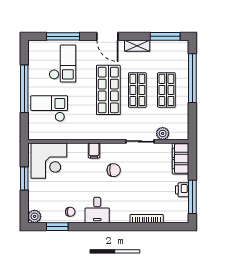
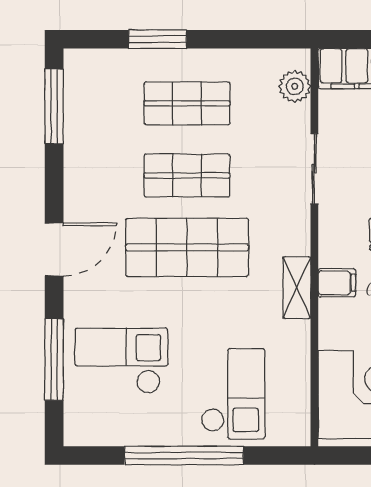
shelving: (137, 46) -> (297, 288), moved
window: (192, 78) -> (158, 39), width x0.47
checkout: (49, 109) -> (233, 394), turned 180
plant: (163, 133) -> (295, 86), moved

